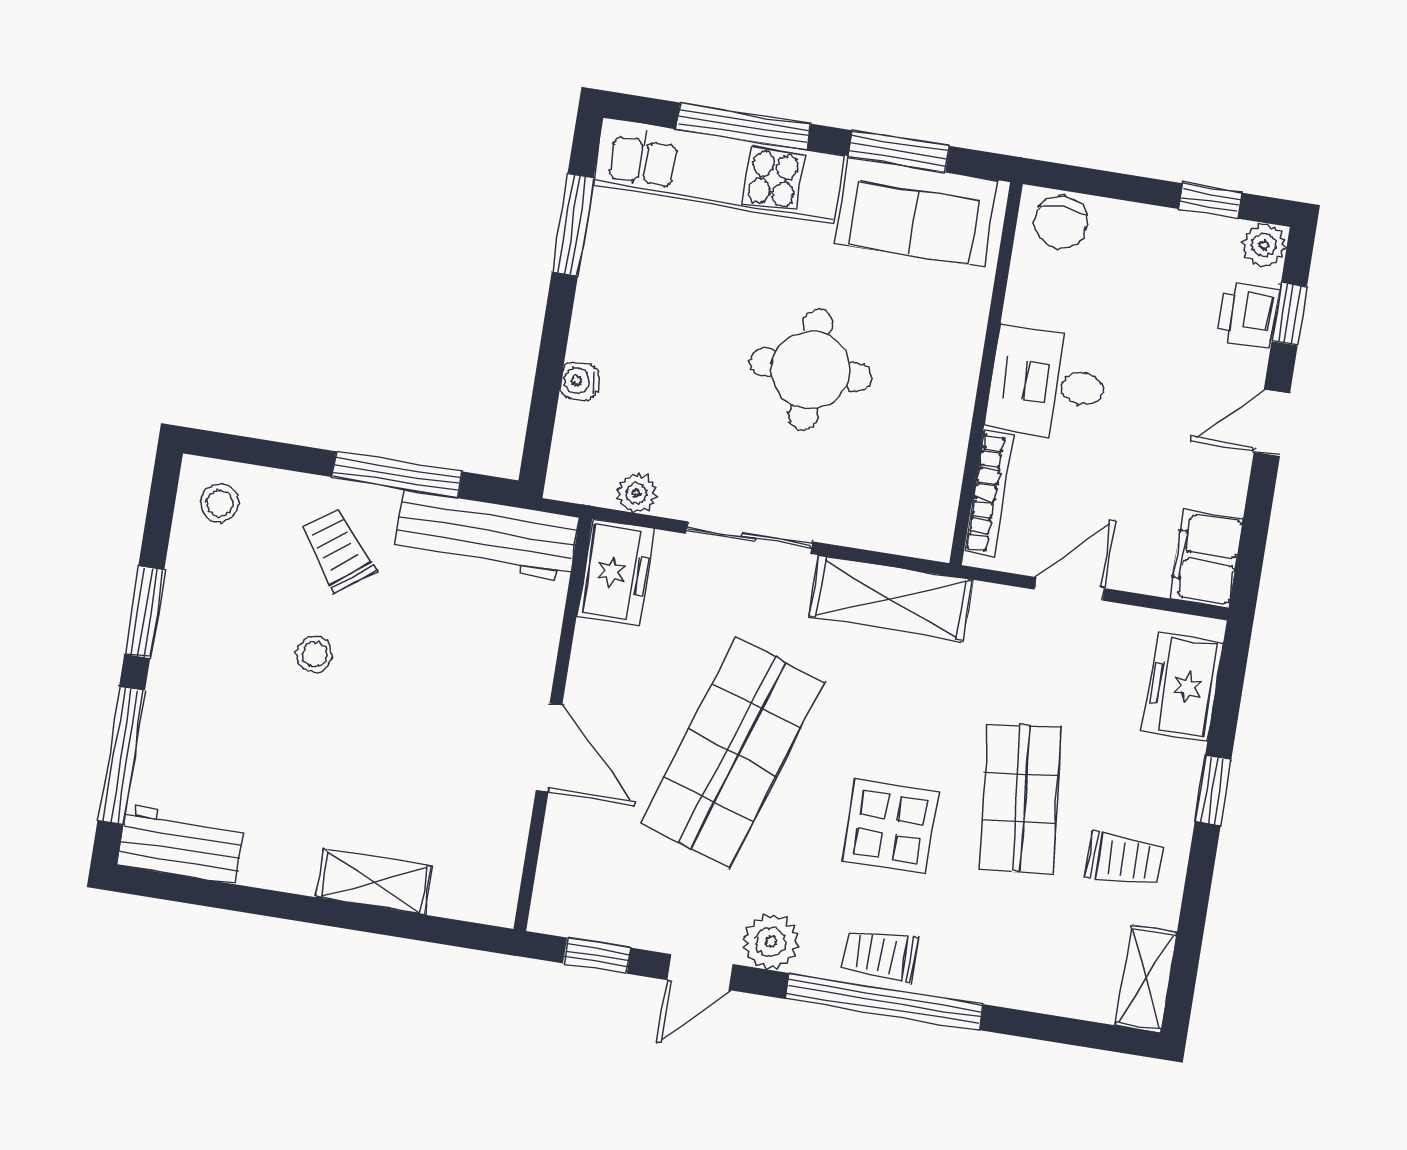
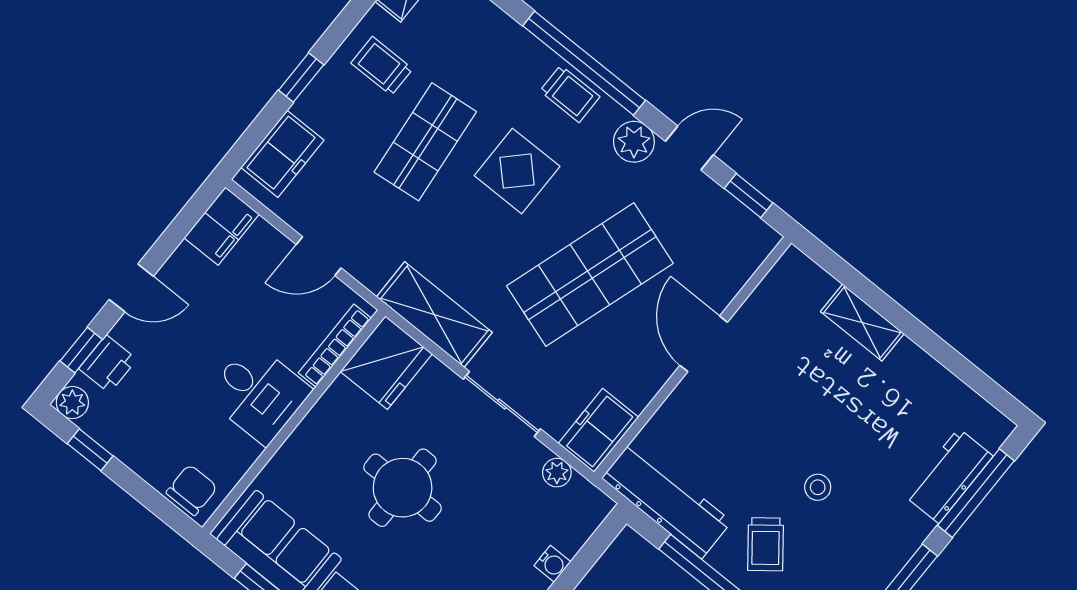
fridge: (916, 508) -> (386, 363), added
workbench: (181, 844) -> (949, 476), moved, turned 90

